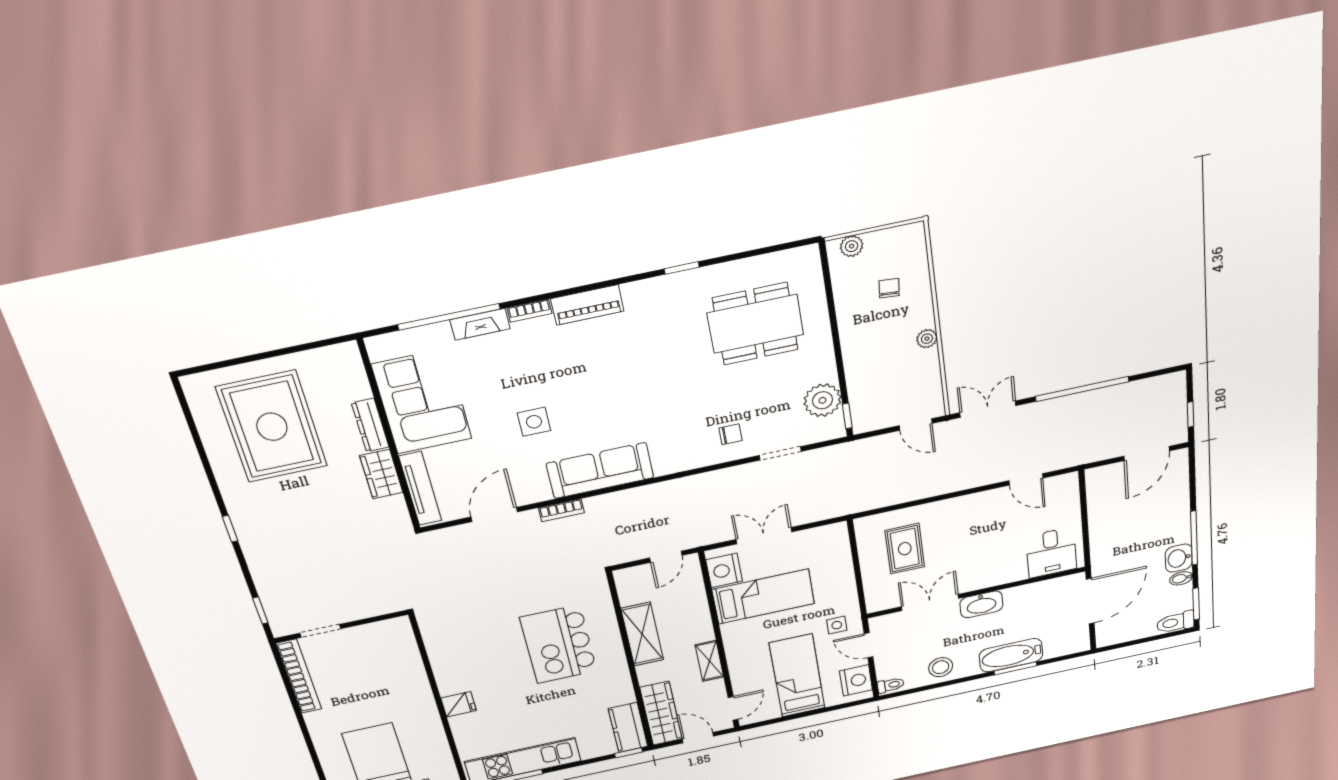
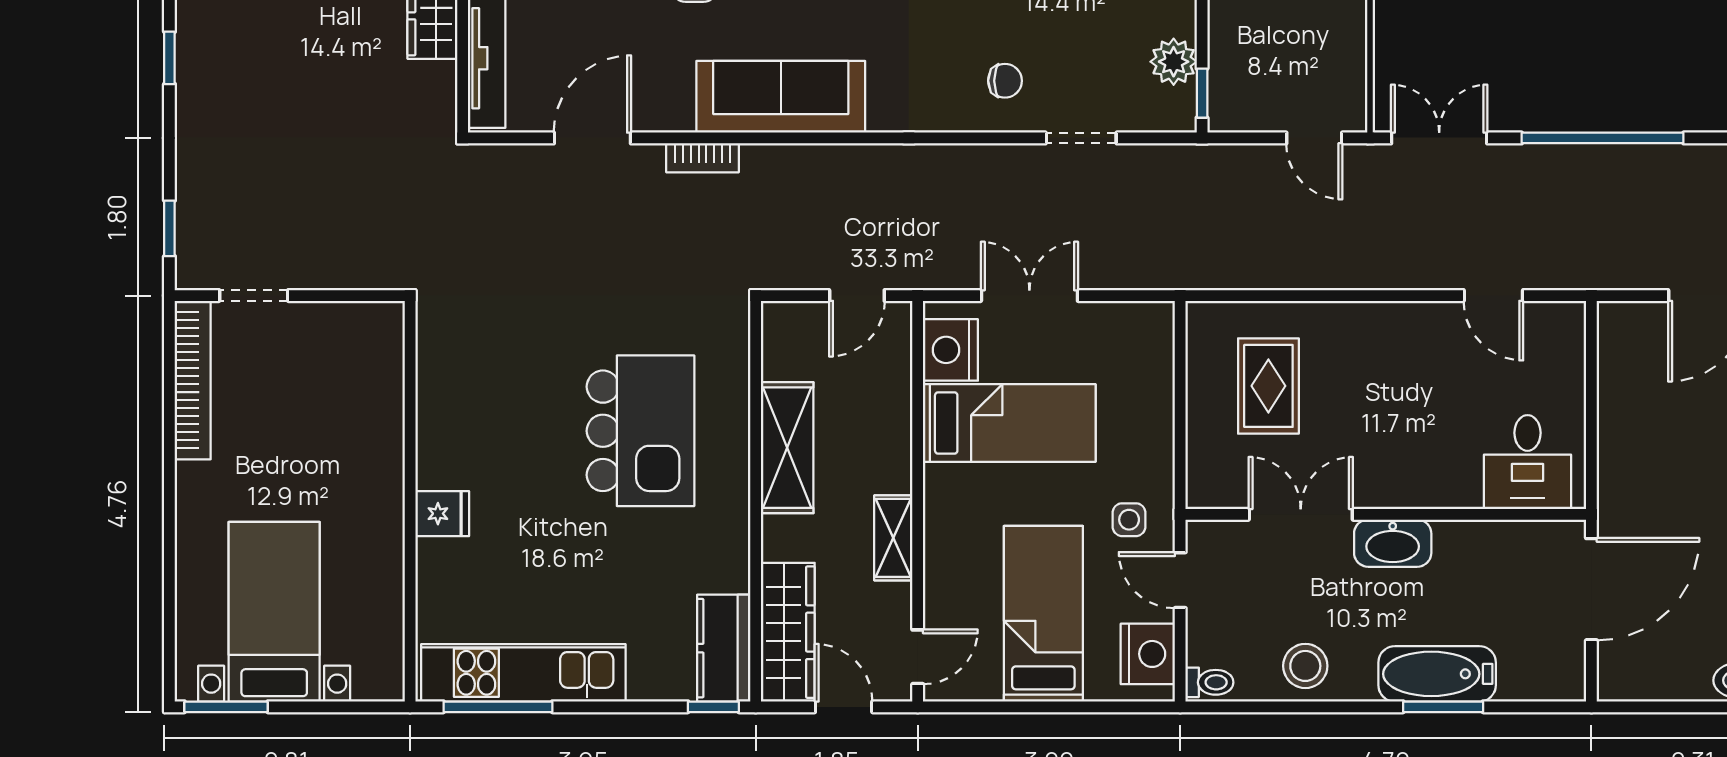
plant: (822, 400) -> (1174, 62), width x0.73, depth x0.73
kitchen island: (559, 644) -> (641, 431), turned 180

